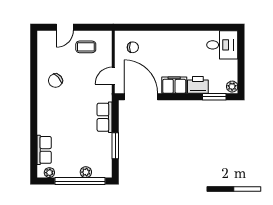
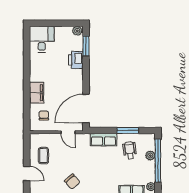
filing cabinet: (174, 85) -> (37, 93), moved, turned 180
wheelchair: (92, 148) -> (130, 150), added

